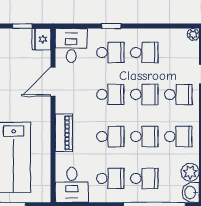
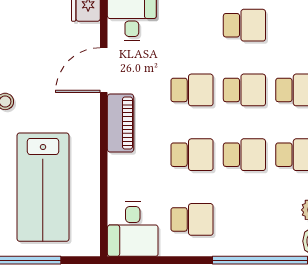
school desk: (110, 52) -> (192, 25), removed
piano: (64, 133) -> (121, 123), moved
school desk: (144, 178) -> (244, 219), removed

